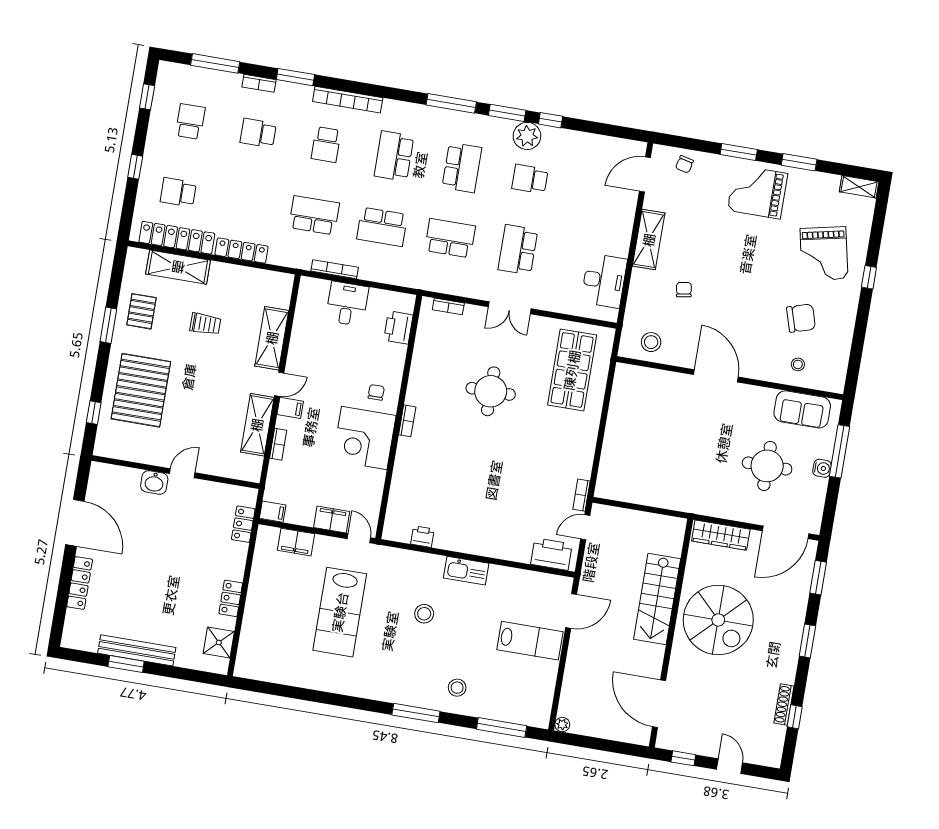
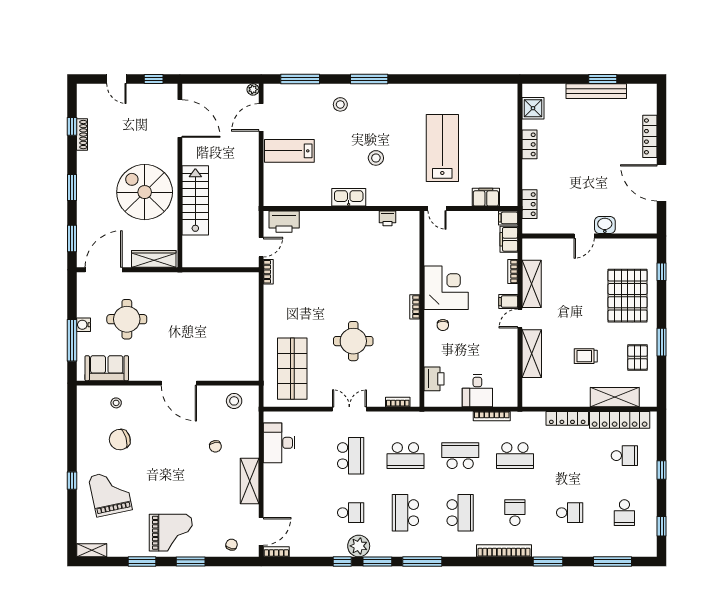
bookcase: (259, 83) -> (276, 552), moved
filing cabinet: (332, 520) -> (509, 239), moved, turned 90
door: (571, 611) -> (261, 117), moved

